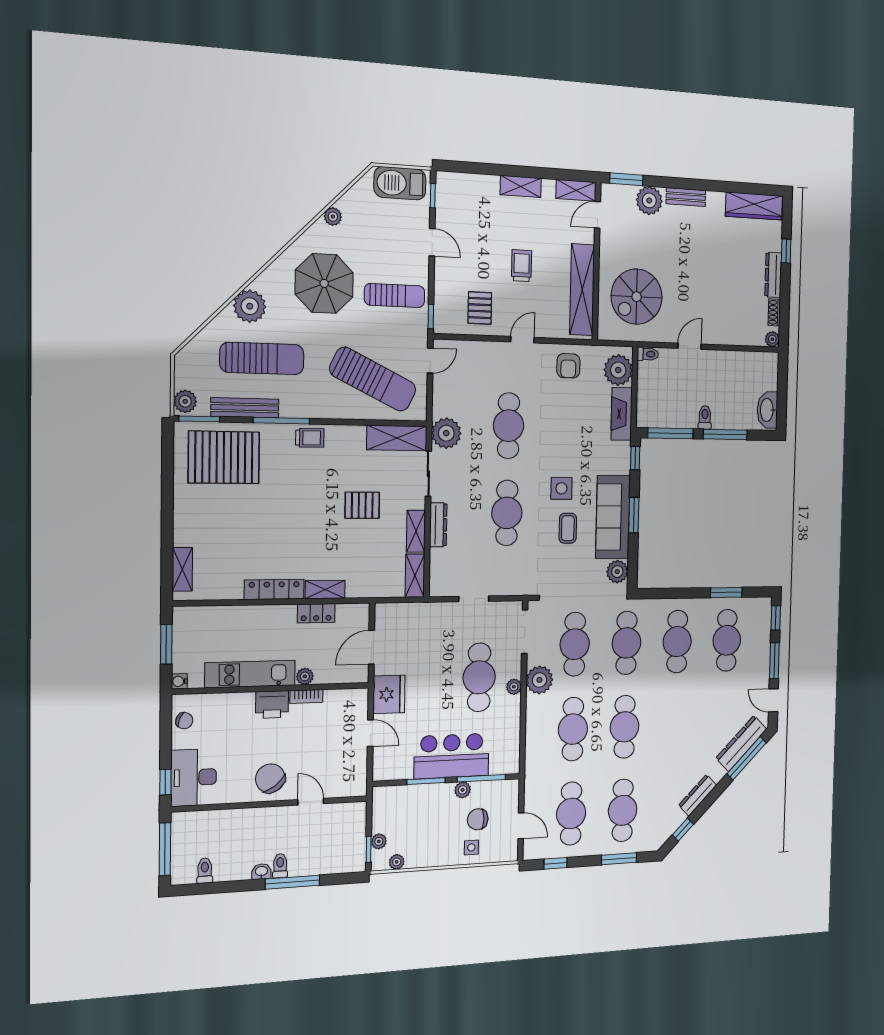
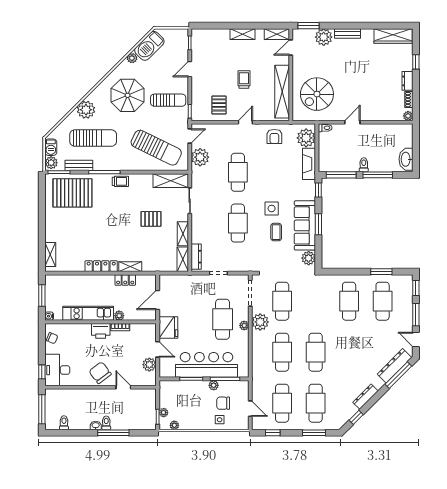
barbecue: (400, 183) -> (149, 46), moved, turned -45
door: (432, 242) -> (190, 69), swing flipped
dresser: (773, 275) -> (408, 81), width x0.70
barbecue: (185, 373) -> (51, 147), added
bench: (245, 408) -> (79, 165), width x0.73
plant: (446, 433) -> (200, 157), moved
dresser: (438, 525) -> (196, 257), moved
cafe table: (627, 643) -> (316, 301), removed
bar counter: (452, 756) -> (207, 365), width x1.36
plant: (356, 760) -> (149, 365), added

